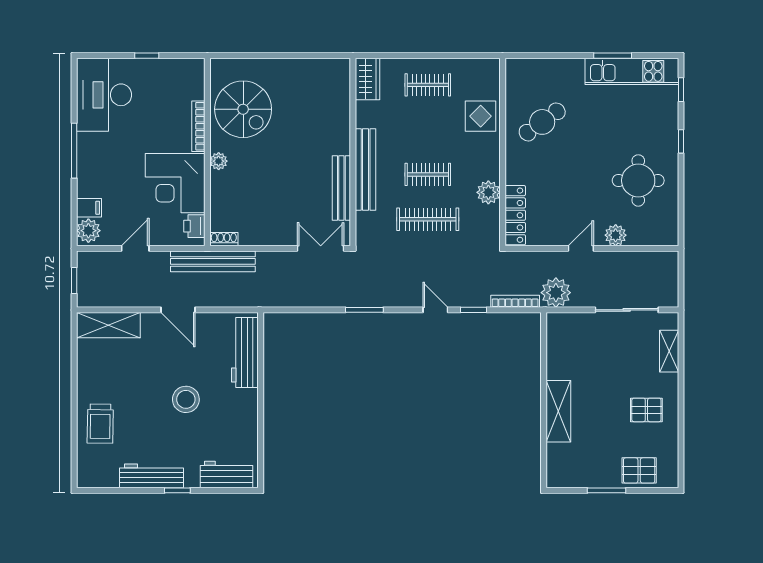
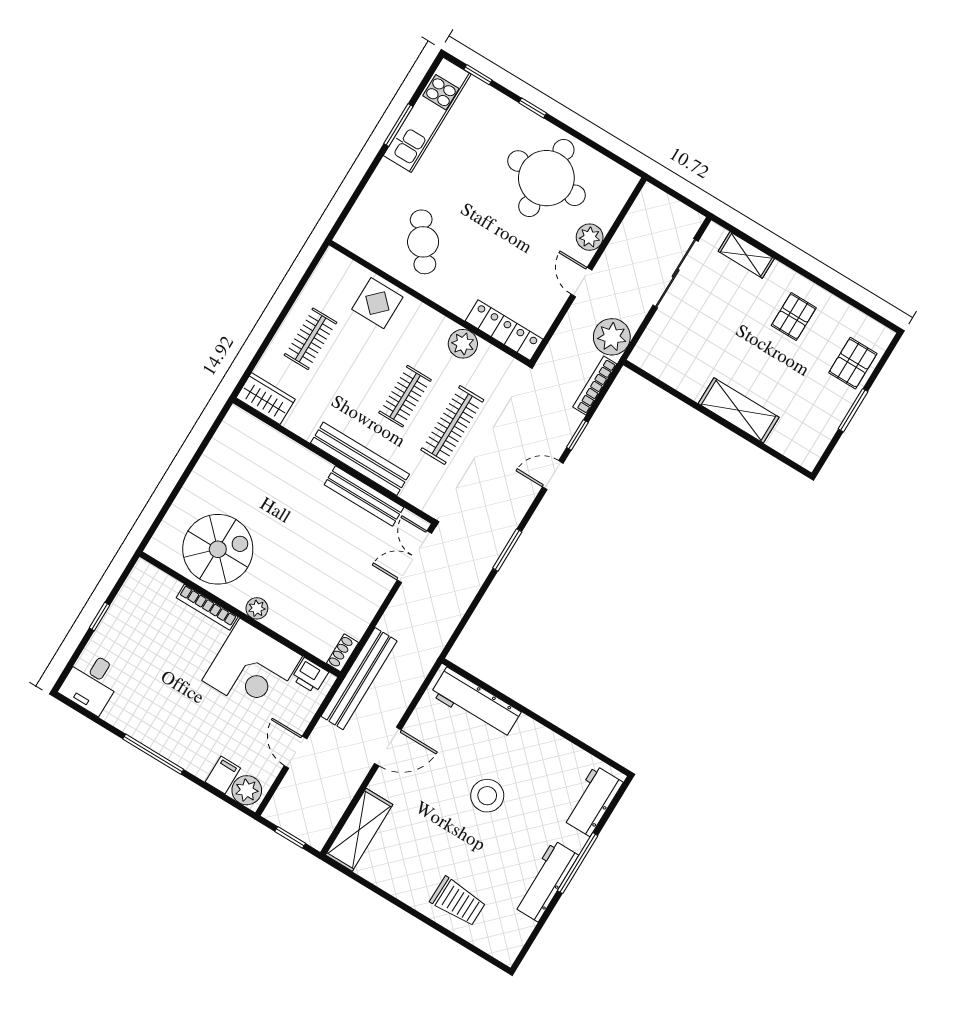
desk: (104, 95) -> (91, 682), width x0.53, depth x0.77
round table: (638, 180) -> (546, 178), width x1.36, depth x1.36
window: (177, 490) -> (578, 863), width x2.17

